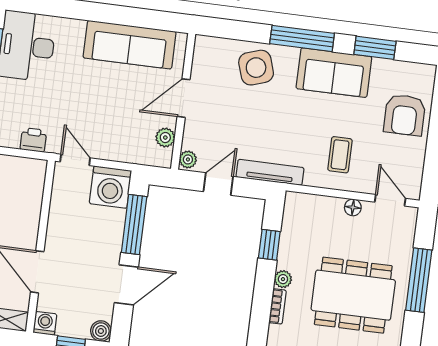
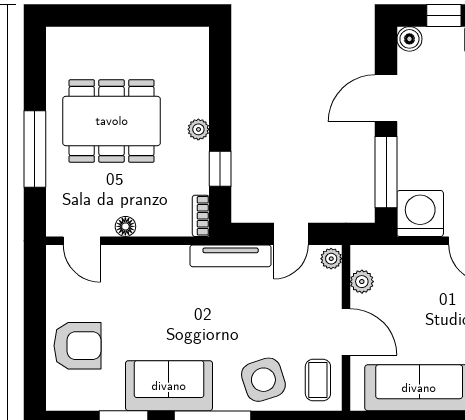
door: (184, 98) -> (346, 332), hinge flipped
armchair: (405, 115) -> (77, 346), turned 90
coffee table: (340, 155) -> (318, 380), moved
bookcase: (278, 306) -> (201, 216), moved

